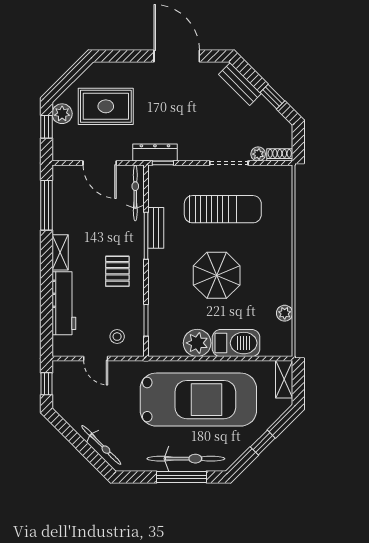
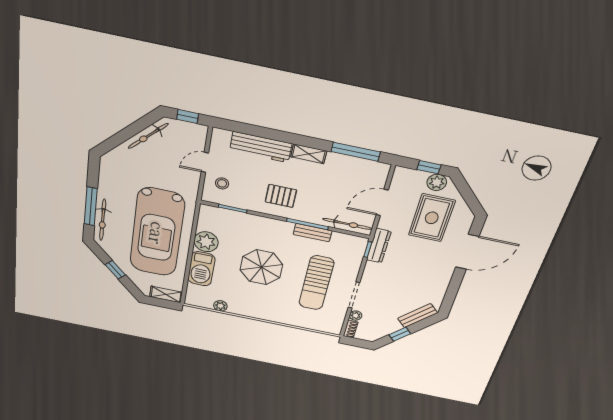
door: (177, 56) -> (467, 252), moved
bicycle: (101, 445) -> (148, 136), moved
bicycle: (186, 459) -> (103, 220), width x0.73, depth x0.71

